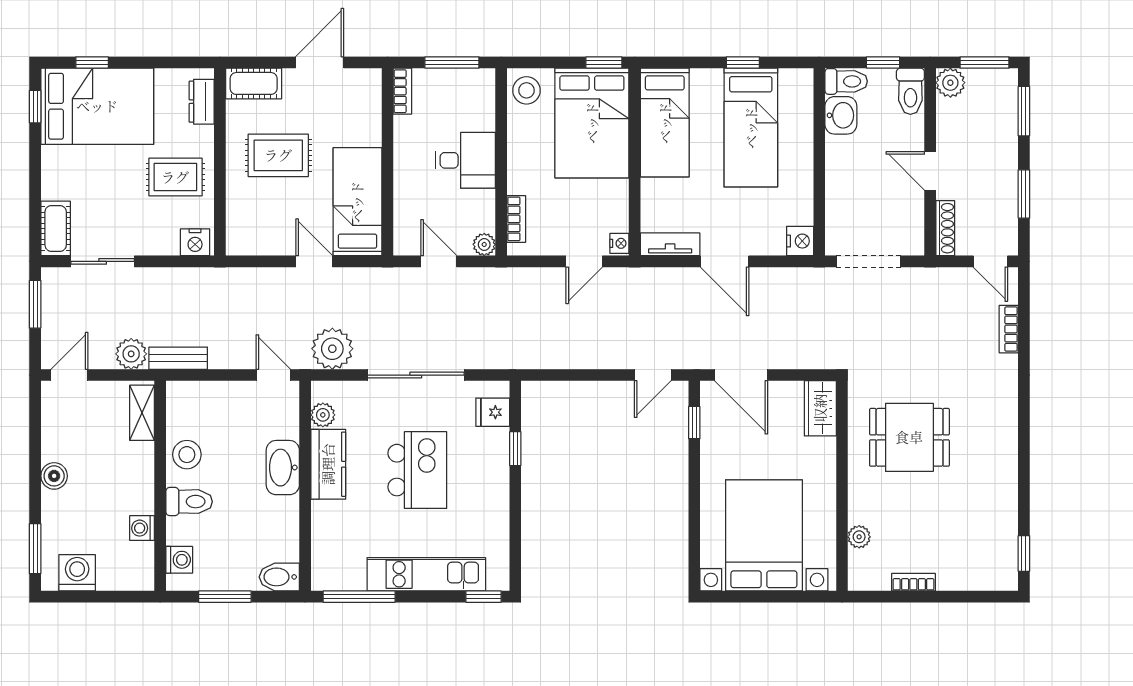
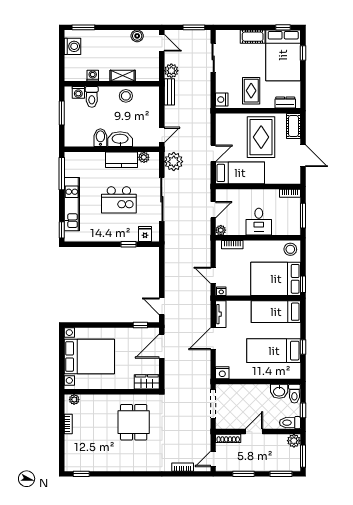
rug: (278, 155) -> (261, 137), width x1.36, depth x1.43
cot: (56, 228) -> (253, 37), moved
shelving: (142, 413) -> (123, 76), moved
boiler: (54, 476) -> (137, 36), moved
toilet: (189, 502) -> (92, 97), moved
plant: (859, 537) -> (74, 399), moved
bidet: (279, 577) -> (100, 138), moved

